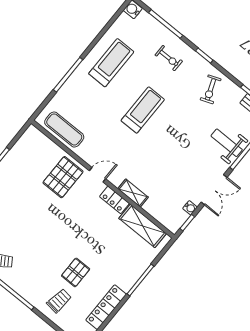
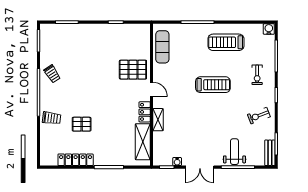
treadmill: (111, 63) -> (226, 42), turned 180
trolley: (59, 301) -> (52, 118), moved

